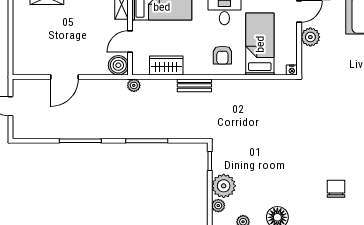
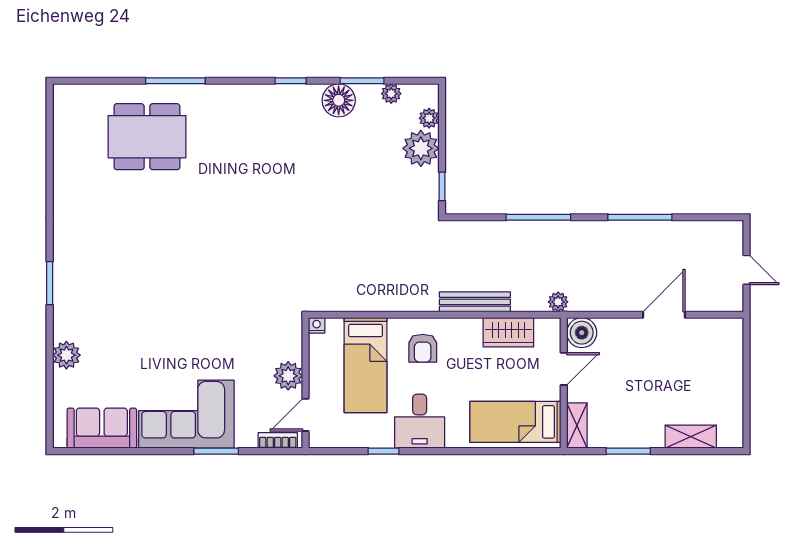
armchair: (222, 55) -> (423, 348), turned 180
bench: (194, 85) -> (475, 302), width x1.36
chair: (336, 189) -> (249, 144), removed

